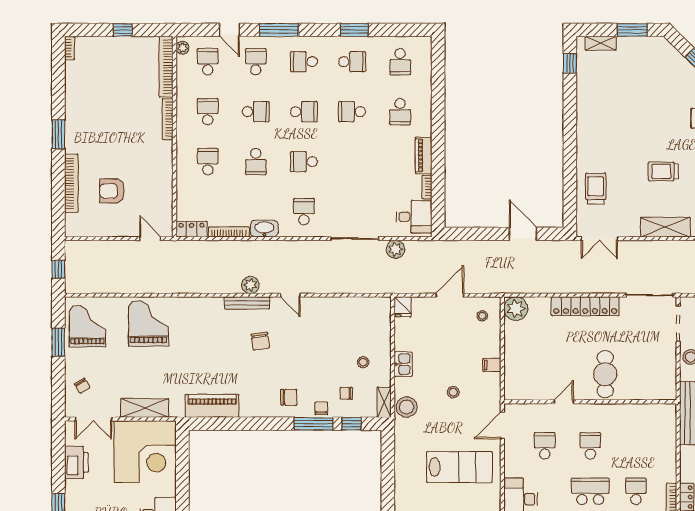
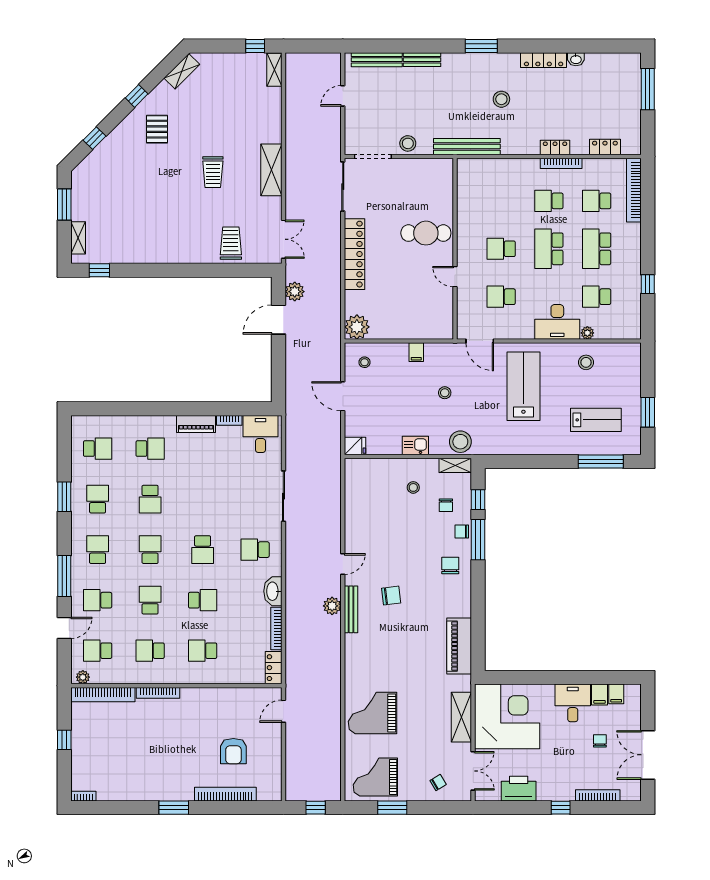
school desk: (304, 62) -> (98, 550), turned 180
trolley: (596, 188) -> (231, 243), turned 90
plant: (395, 249) -> (295, 292), moved

